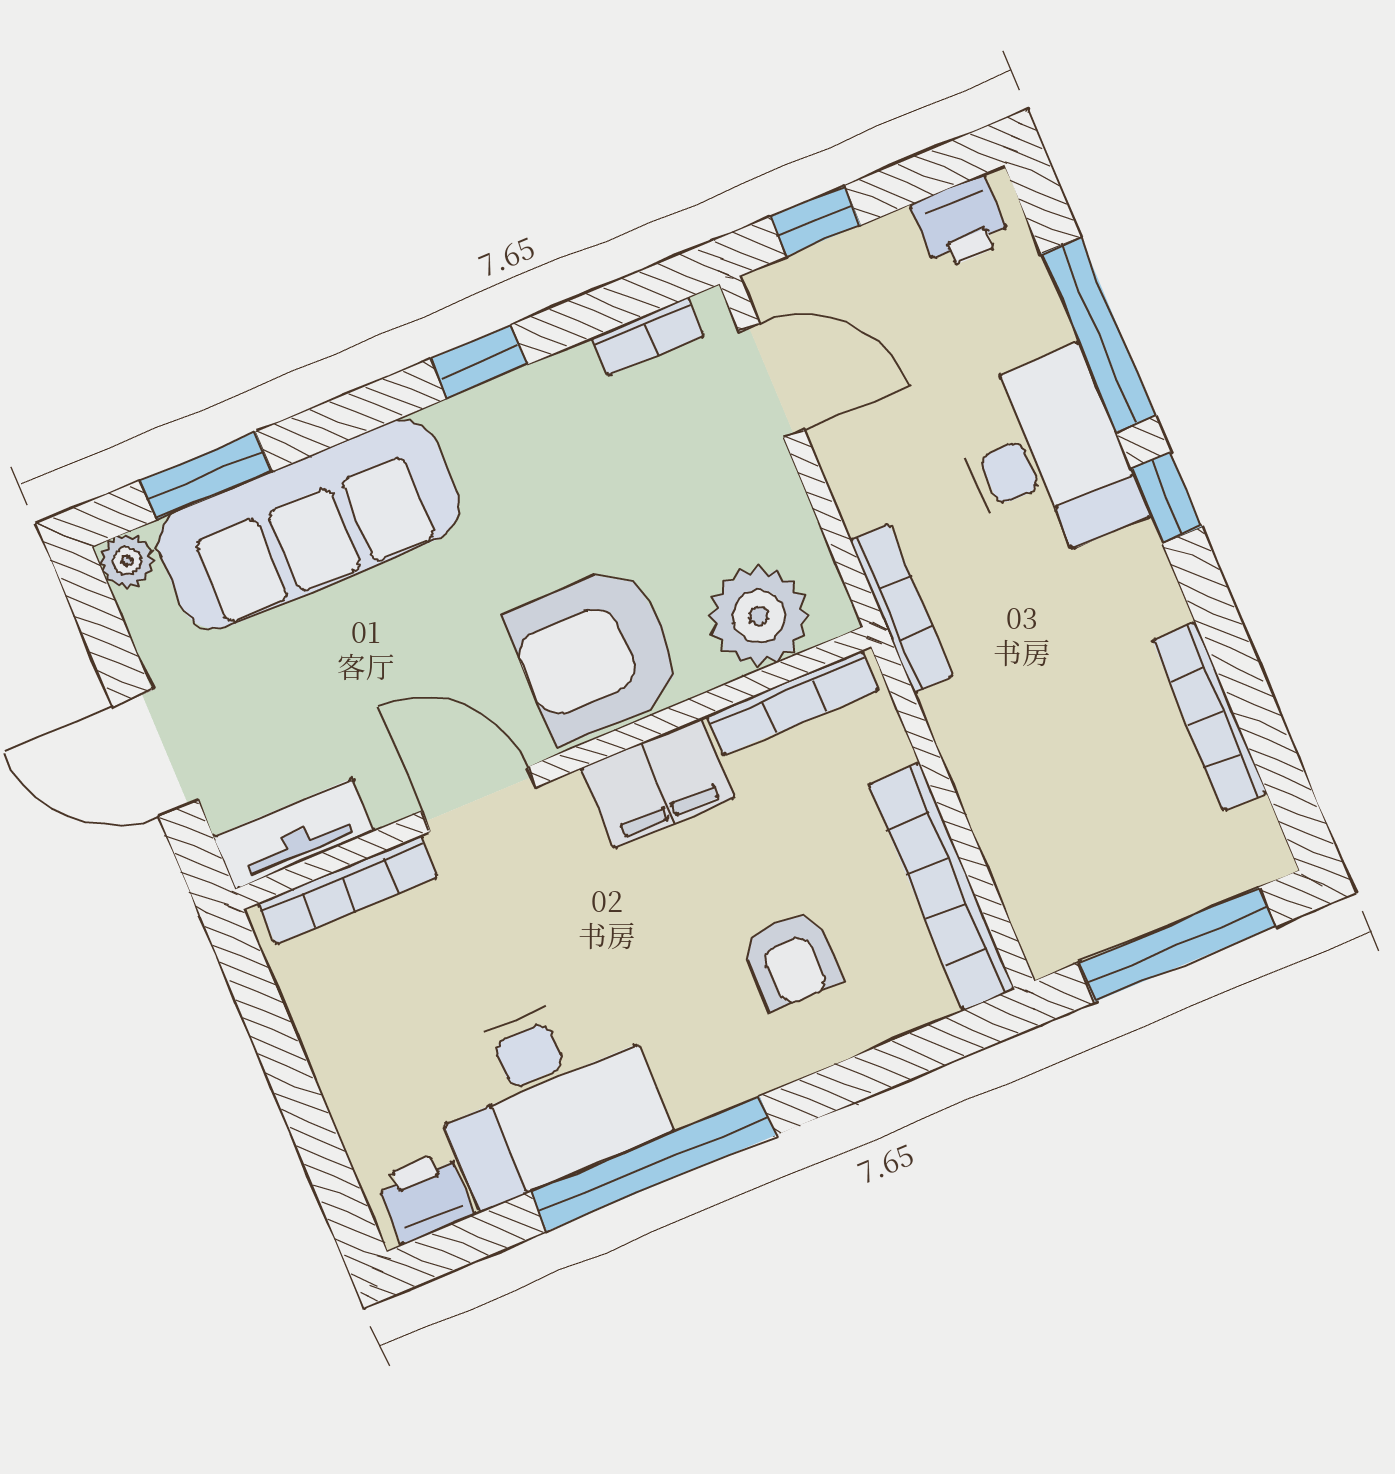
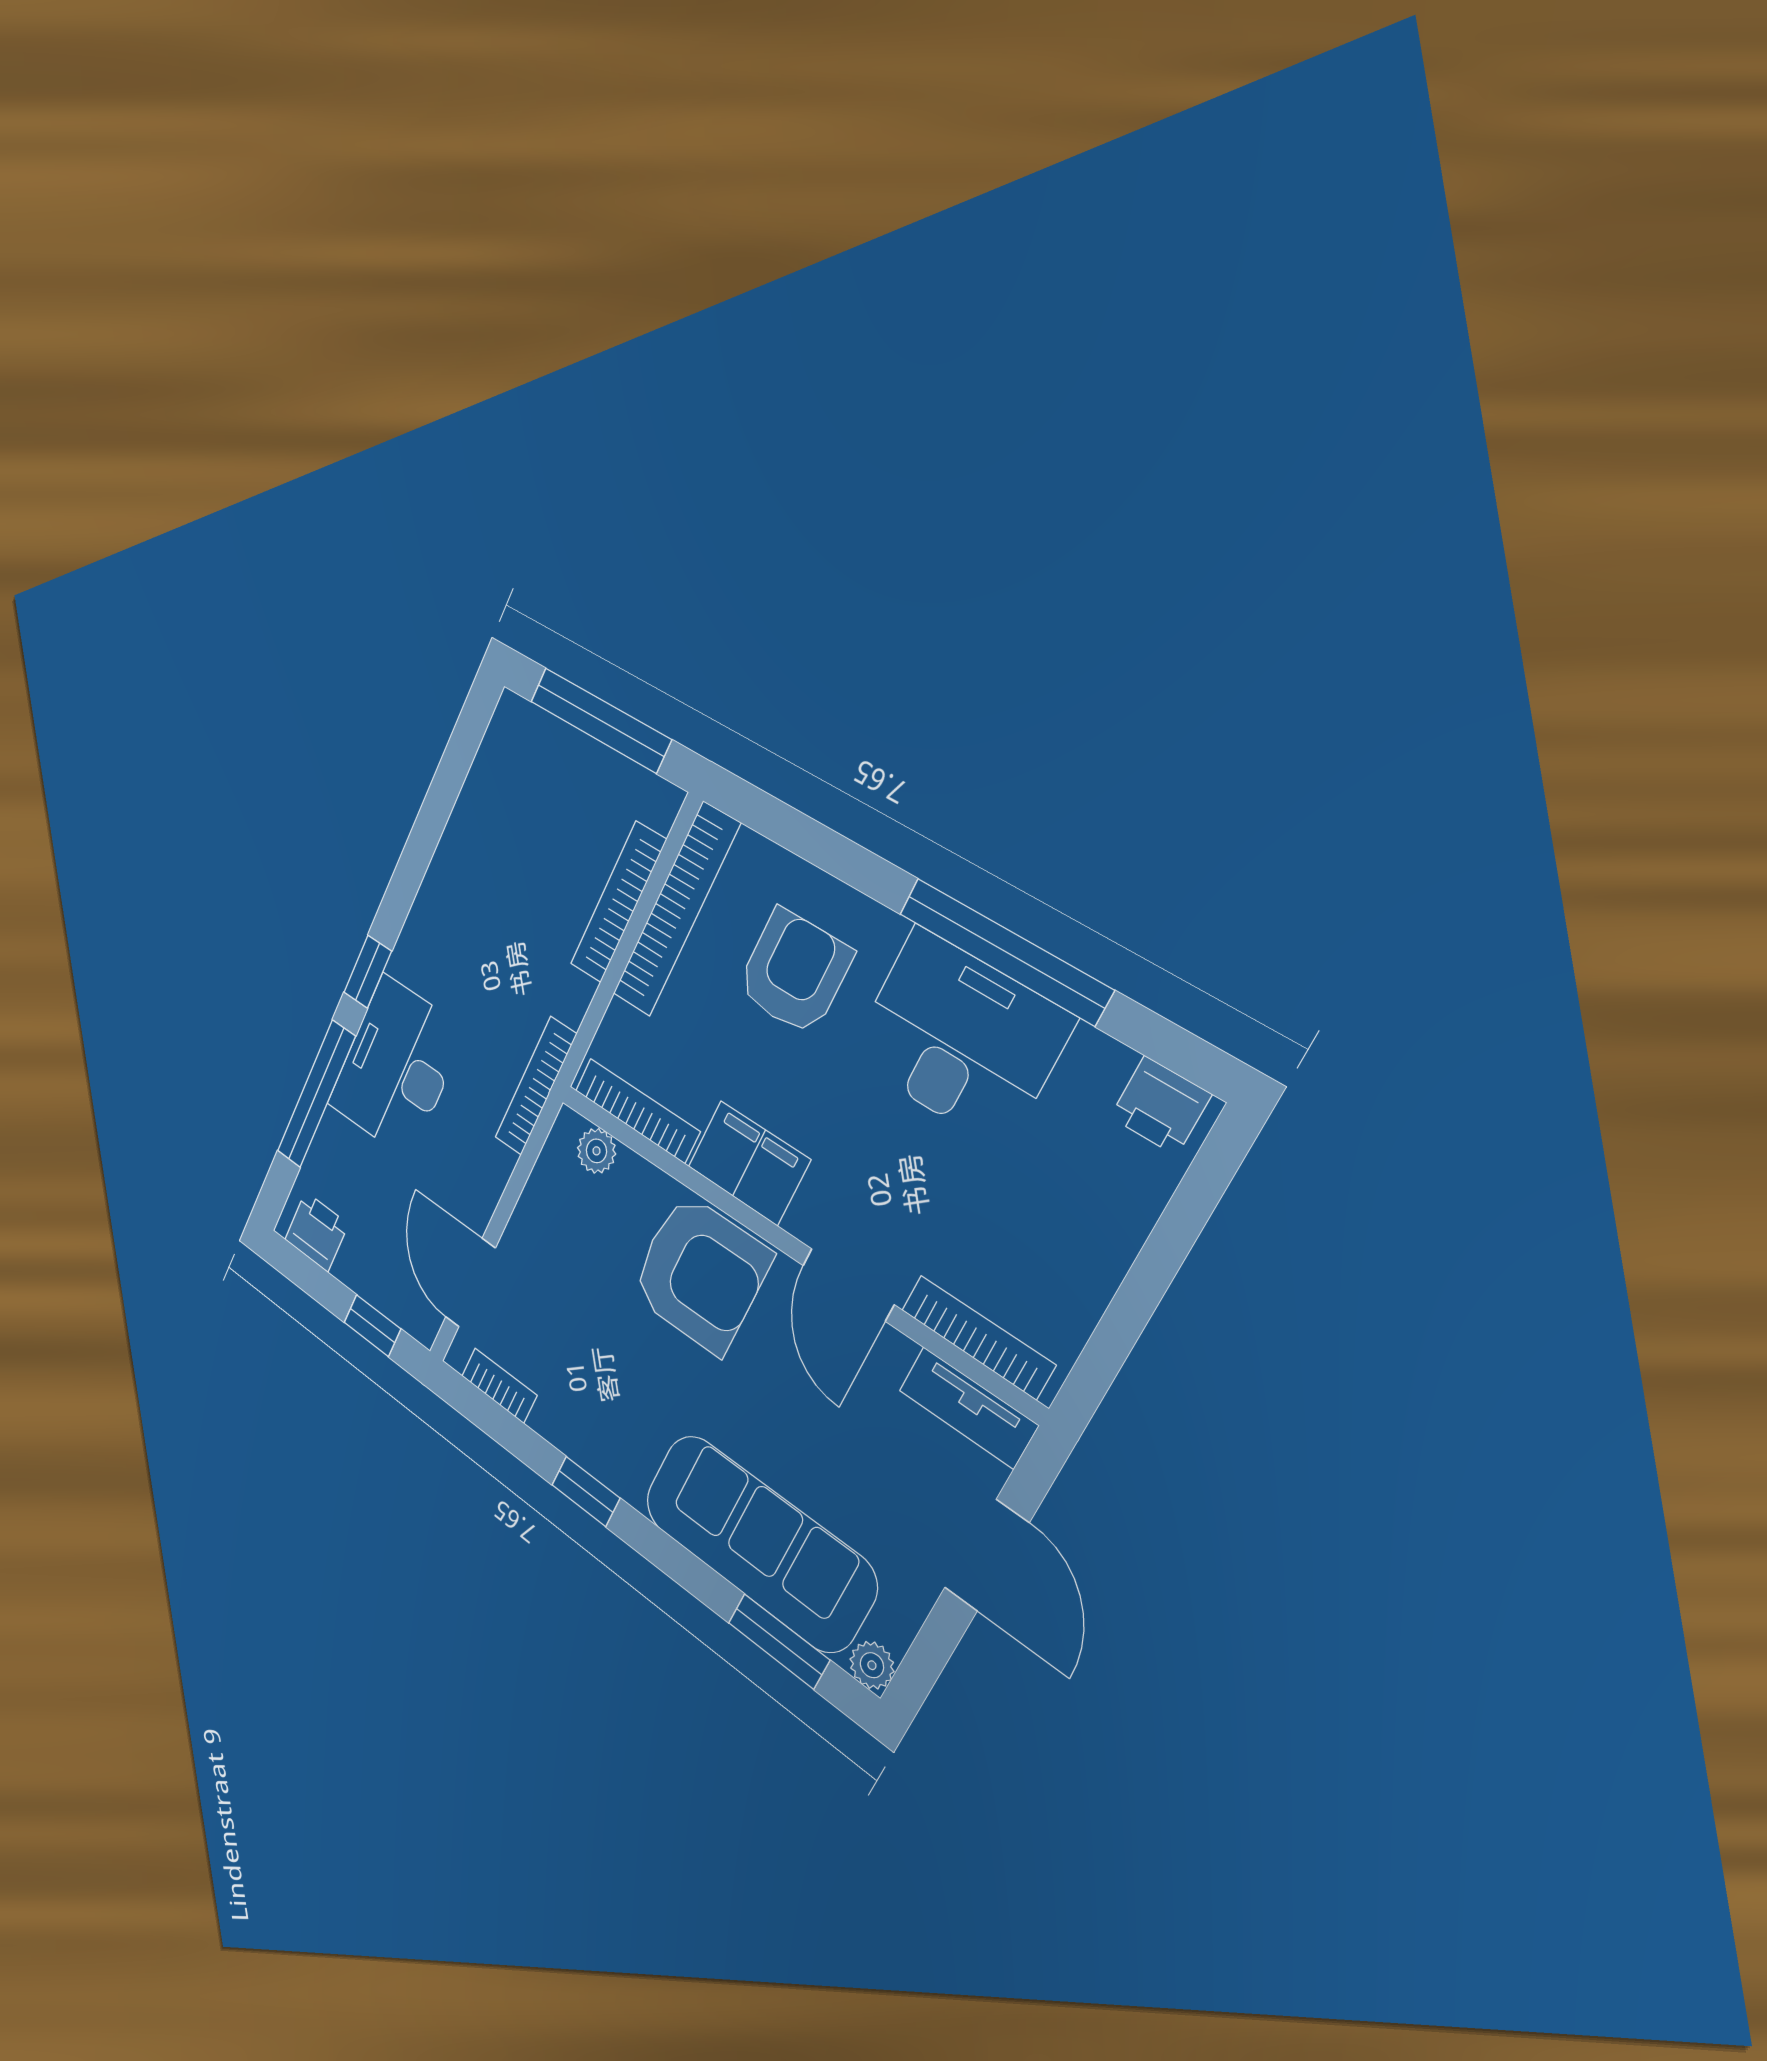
plant: (759, 616) -> (596, 1151), width x0.53, depth x0.53
bookcase: (1210, 716) -> (618, 902), moved, turned 180
armchair: (791, 960) -> (794, 972), width x1.38, depth x1.38
desk: (546, 1096) -> (960, 1038), moved

